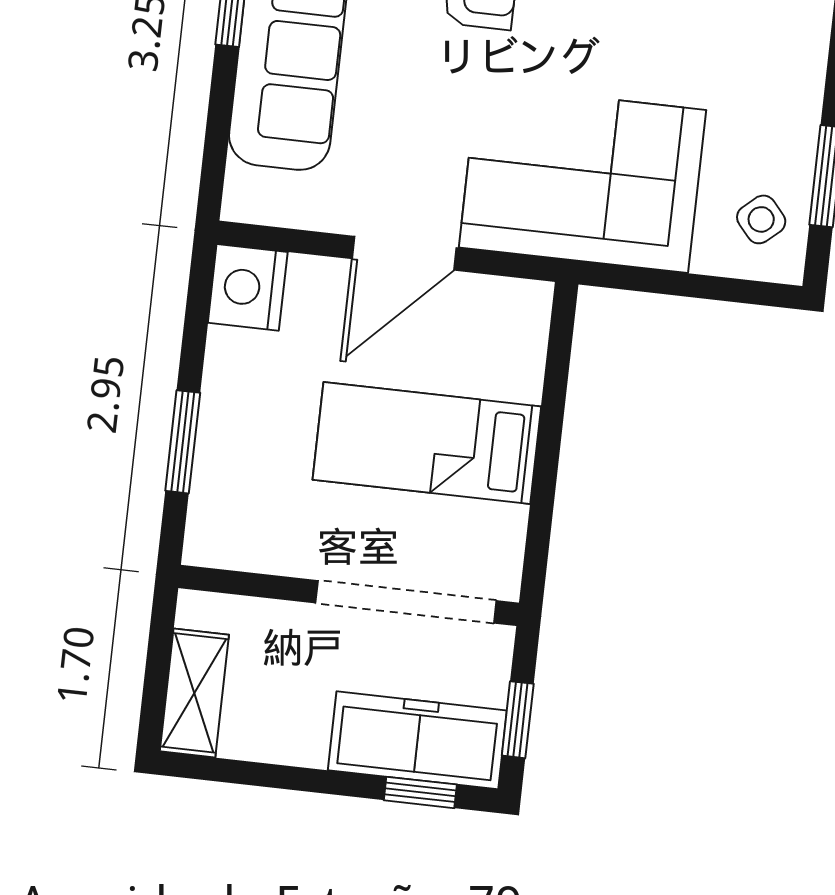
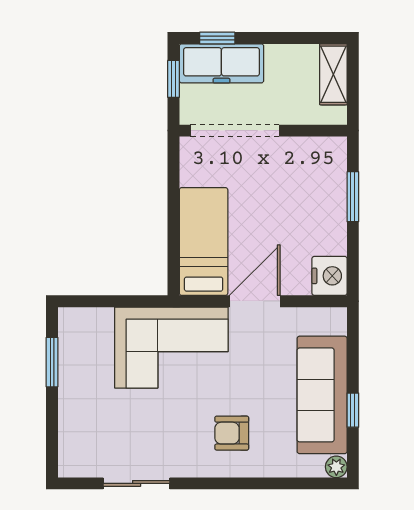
side table: (761, 219) -> (82, 337), removed
bed: (427, 443) -> (204, 241), moved, turned -90

